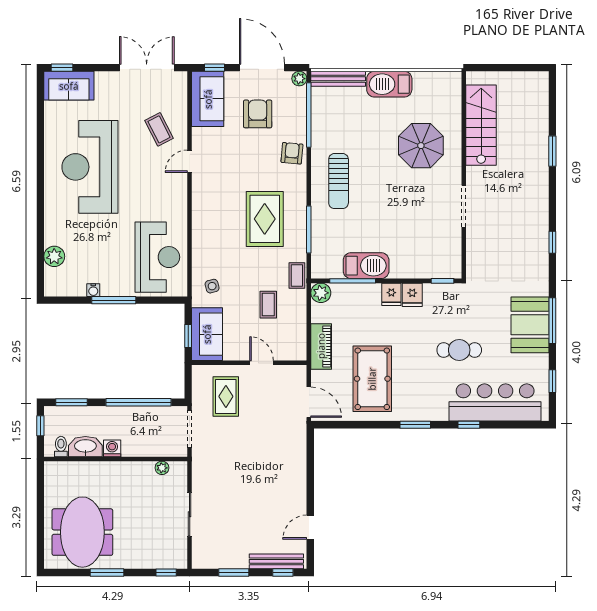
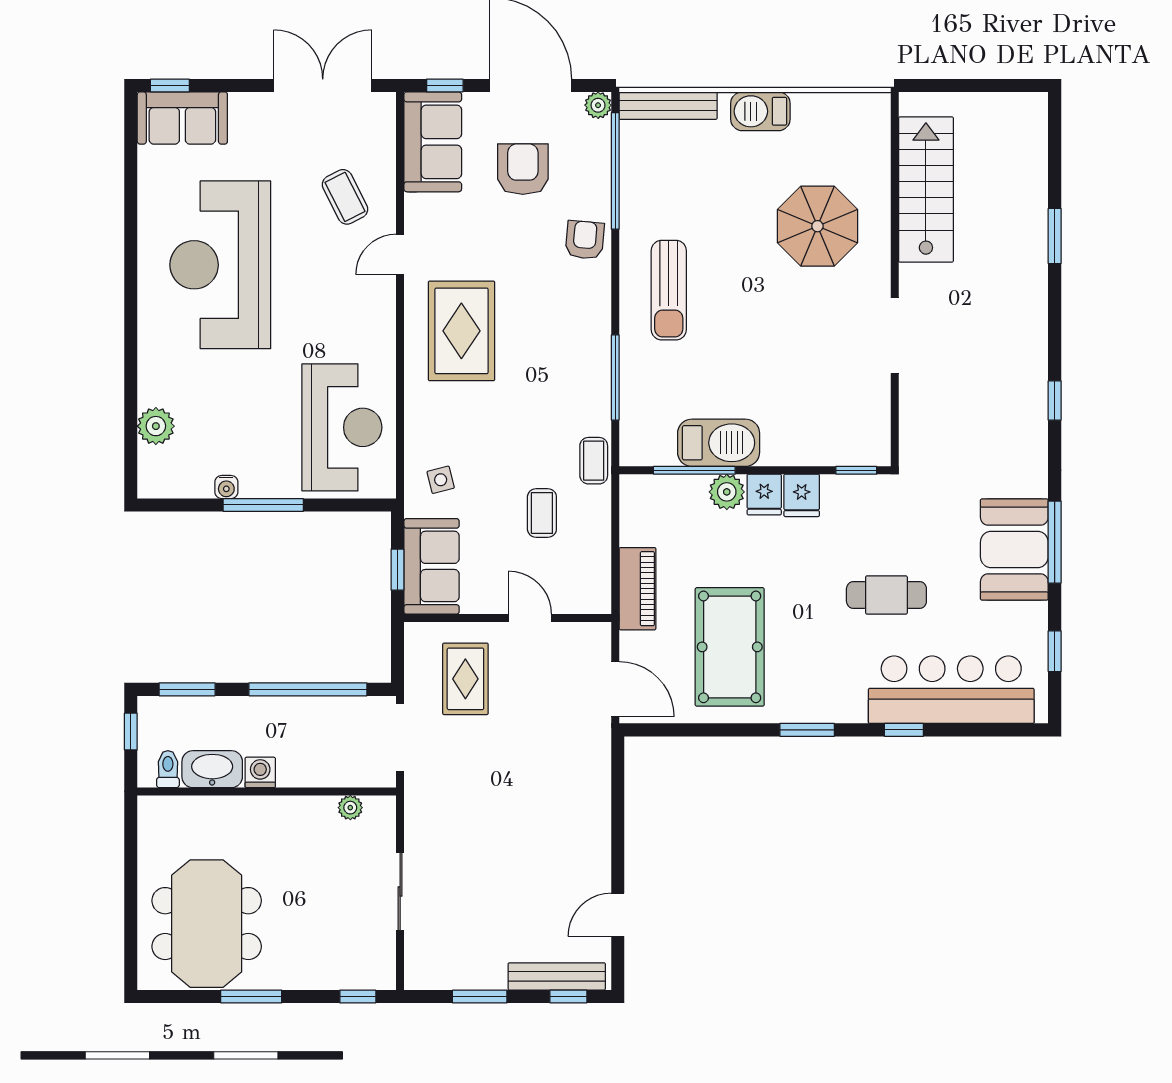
barbecue: (389, 84) -> (760, 111), width x0.73, depth x0.83
rug: (265, 219) -> (461, 331), moved
plant: (321, 293) -> (727, 492), moved

